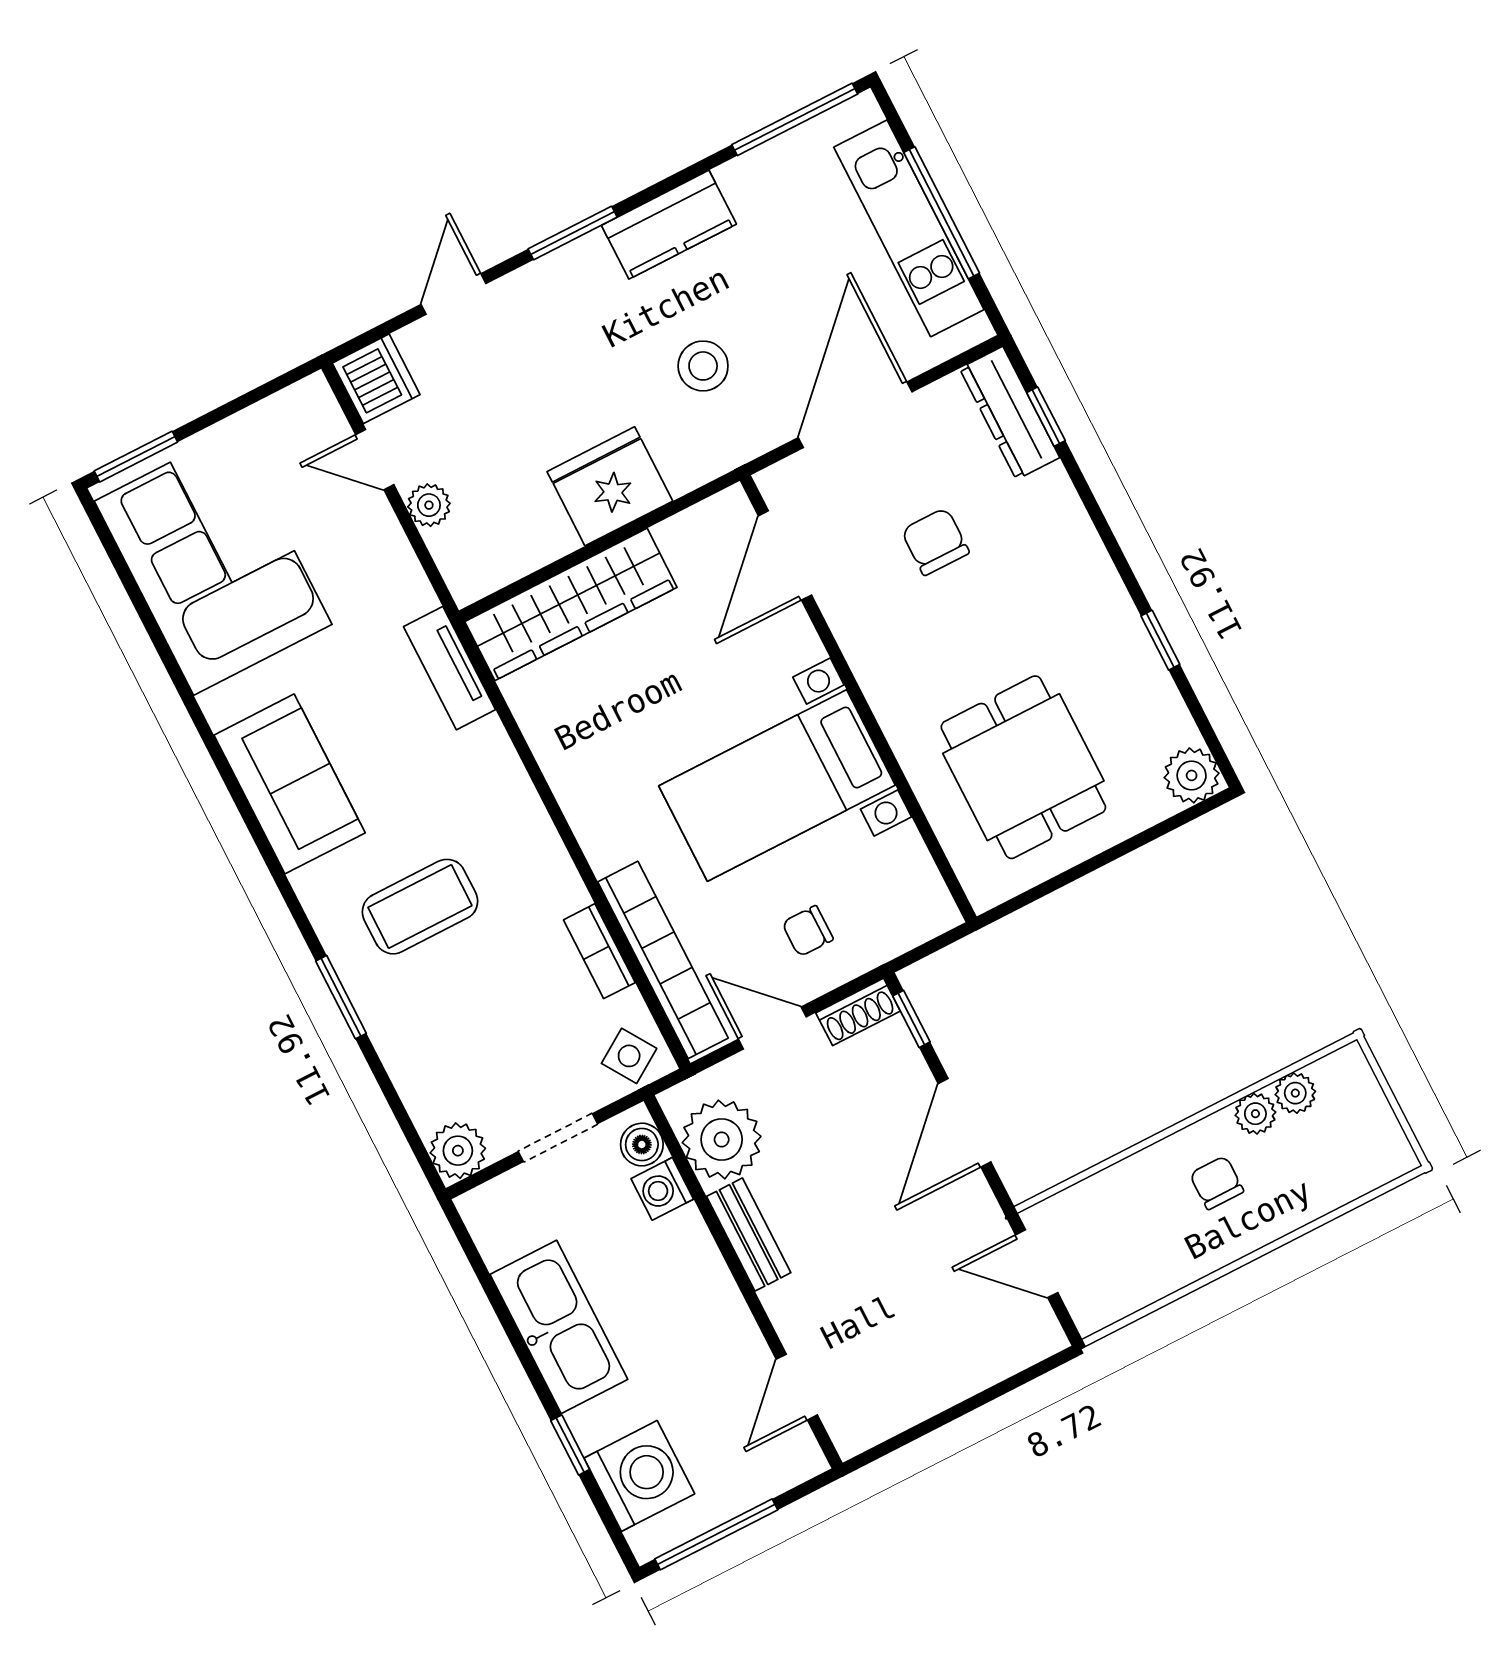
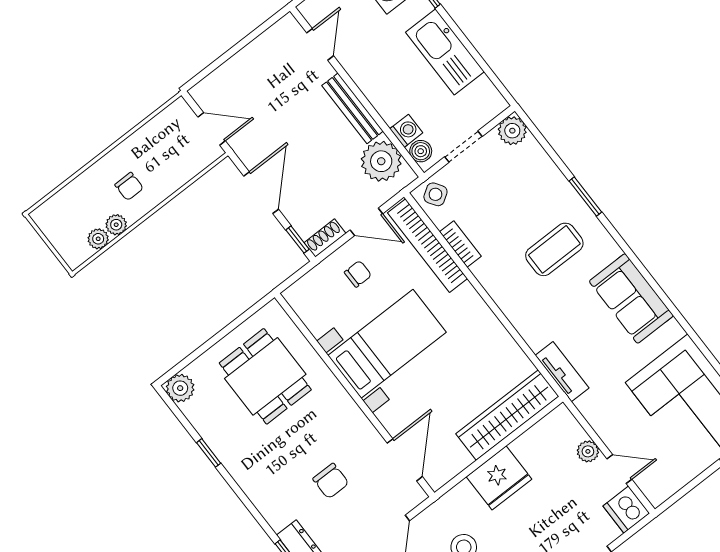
bench: (749, 1235) -> (353, 108), width x1.36

